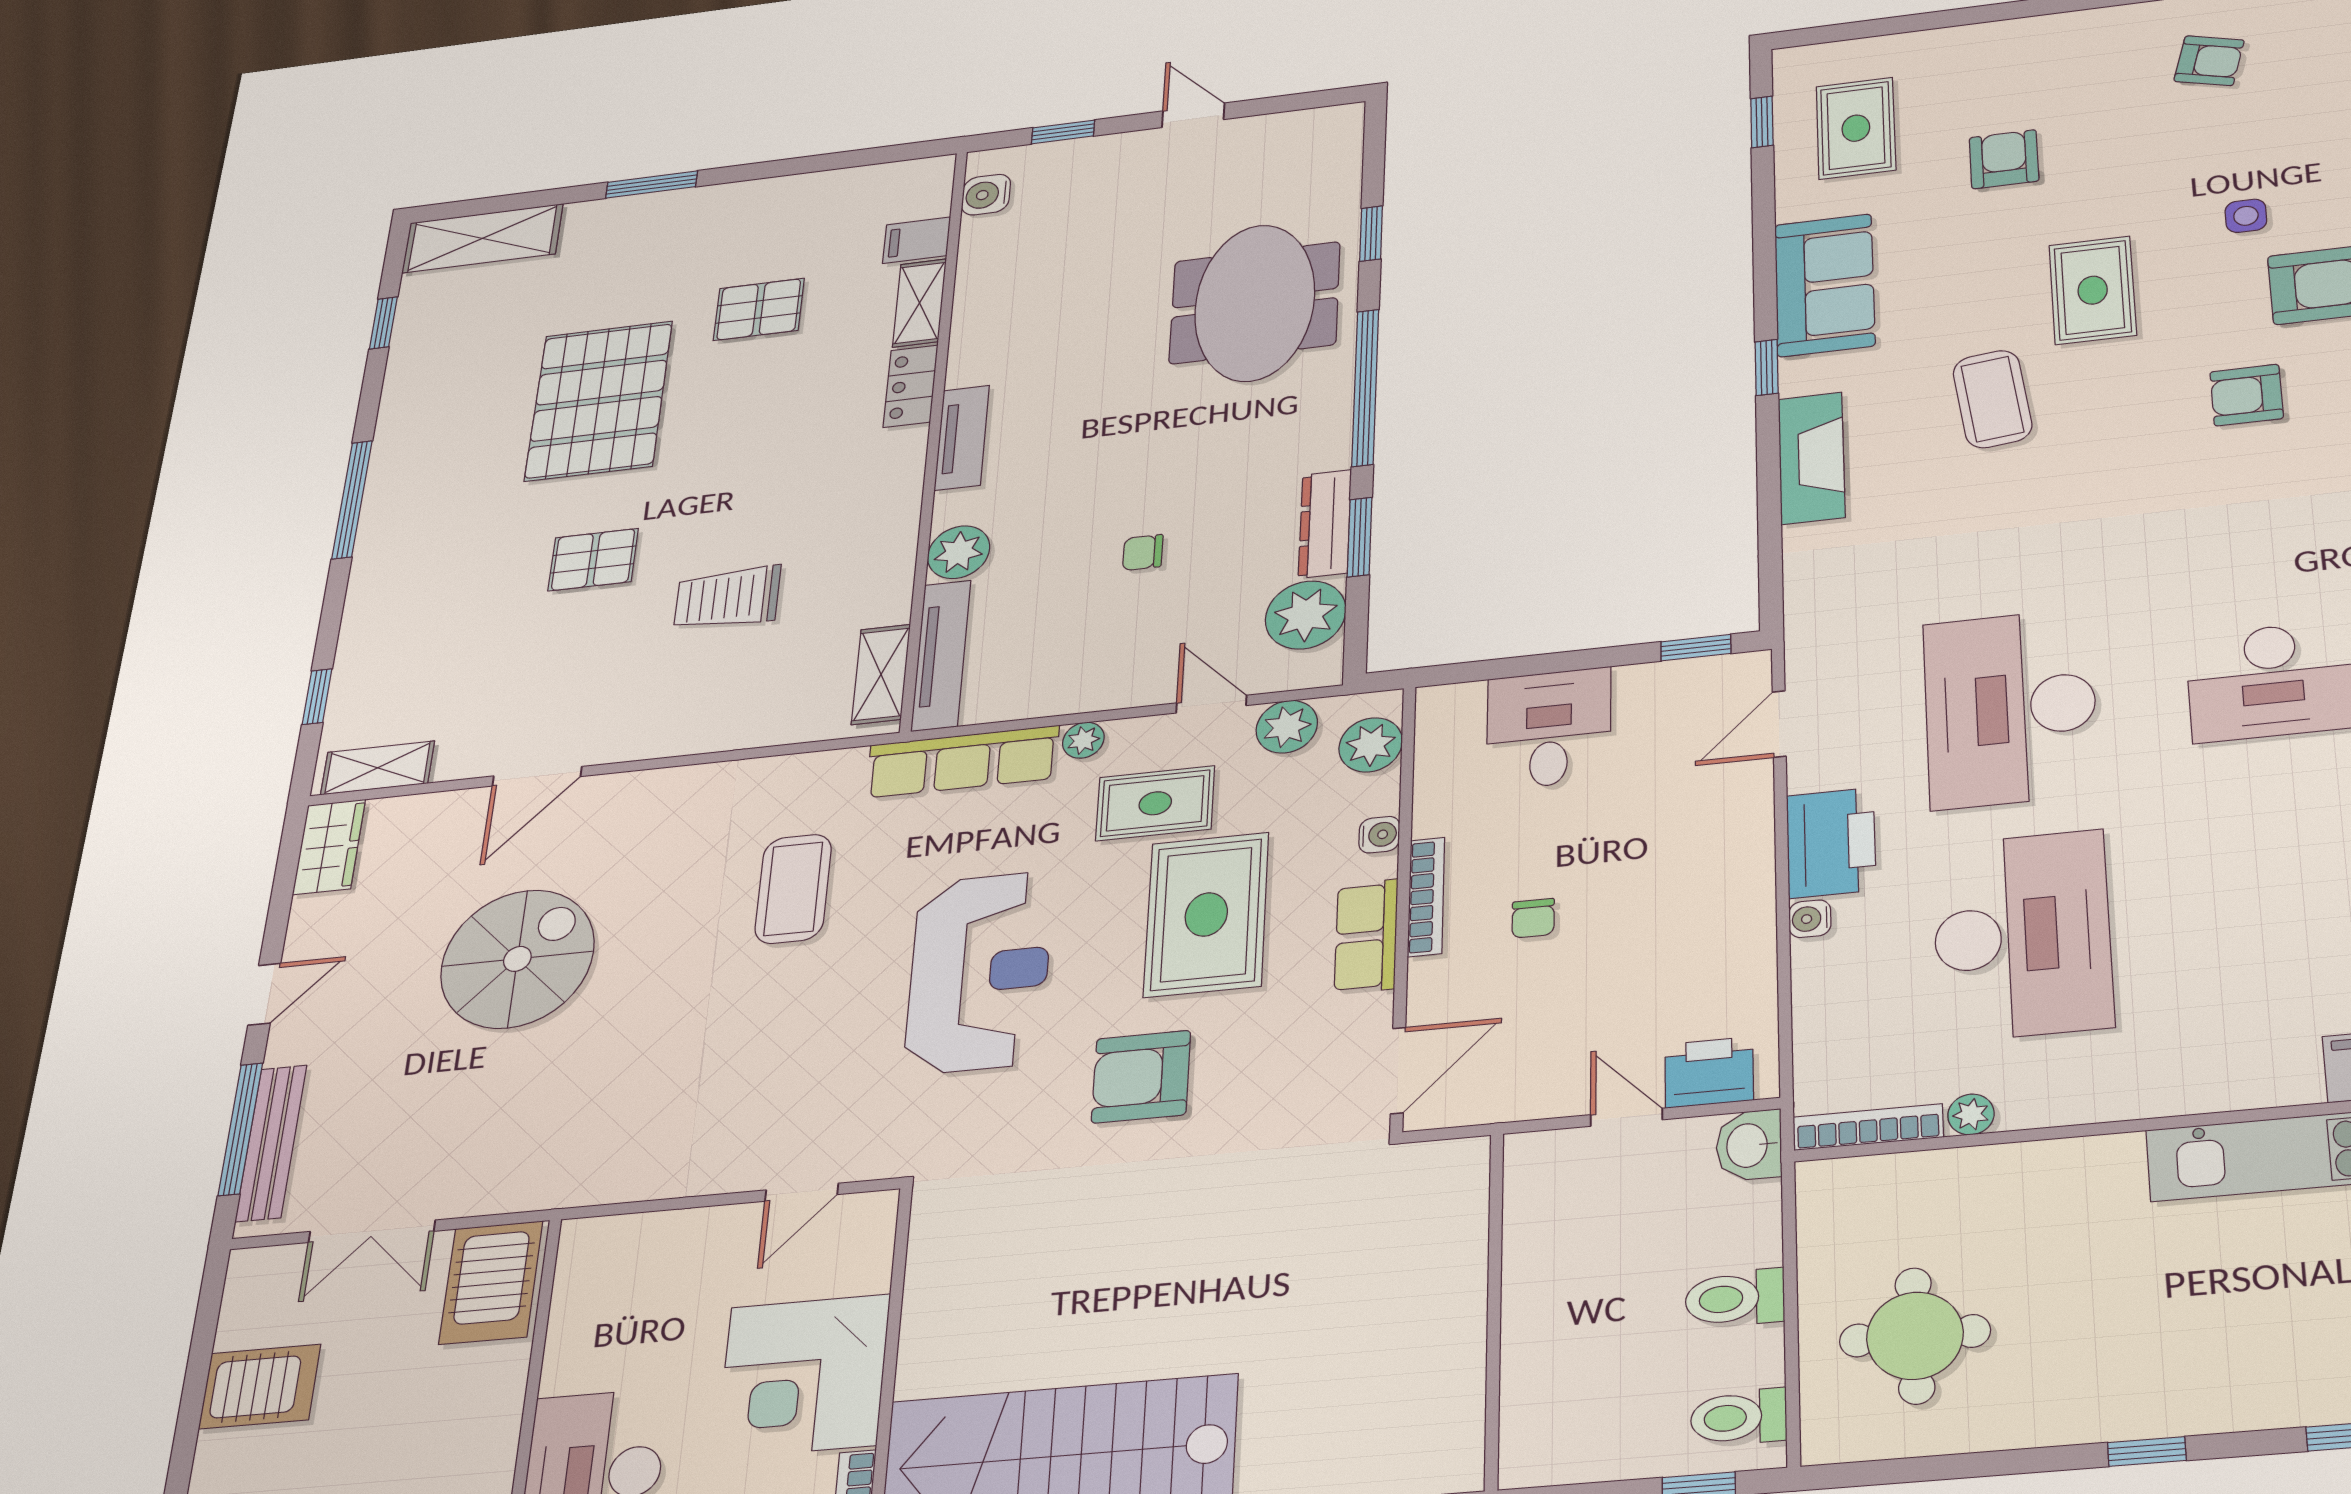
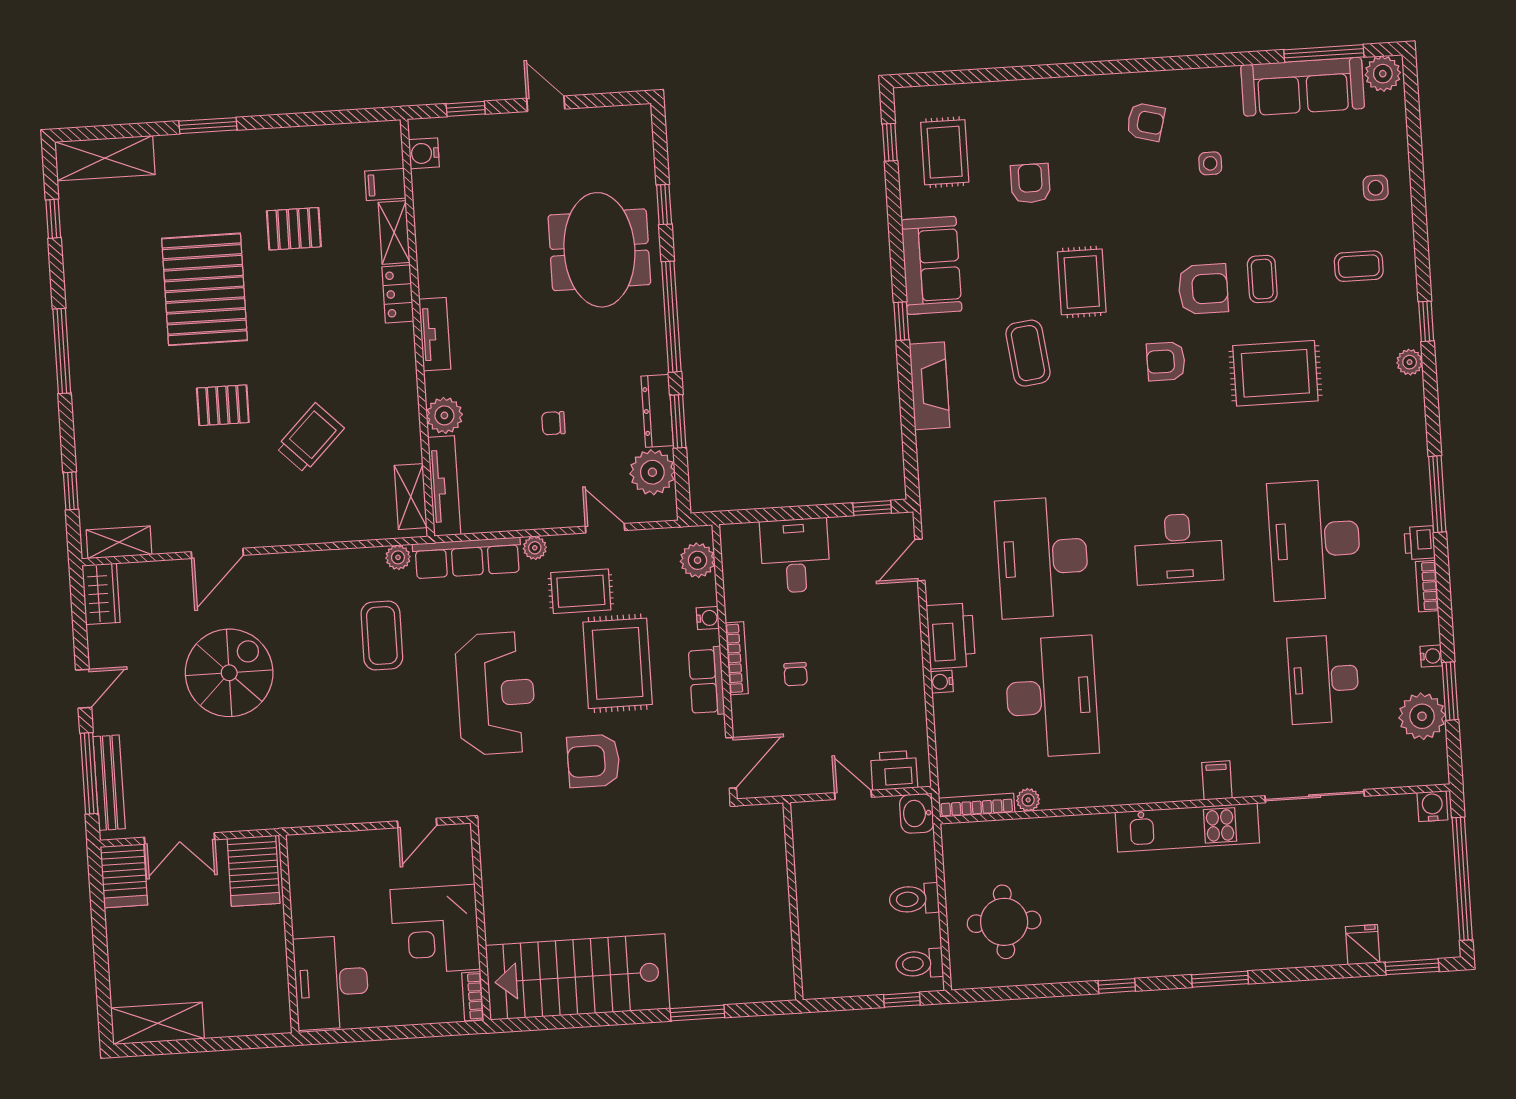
side table: (2246, 216) -> (1210, 163), moved
trolley: (727, 598) -> (310, 438), turned 135
plant: (1287, 727) -> (398, 557), moved, width x0.73, depth x0.73
server rack: (260, 1387) -> (124, 876), moved, turned 90

